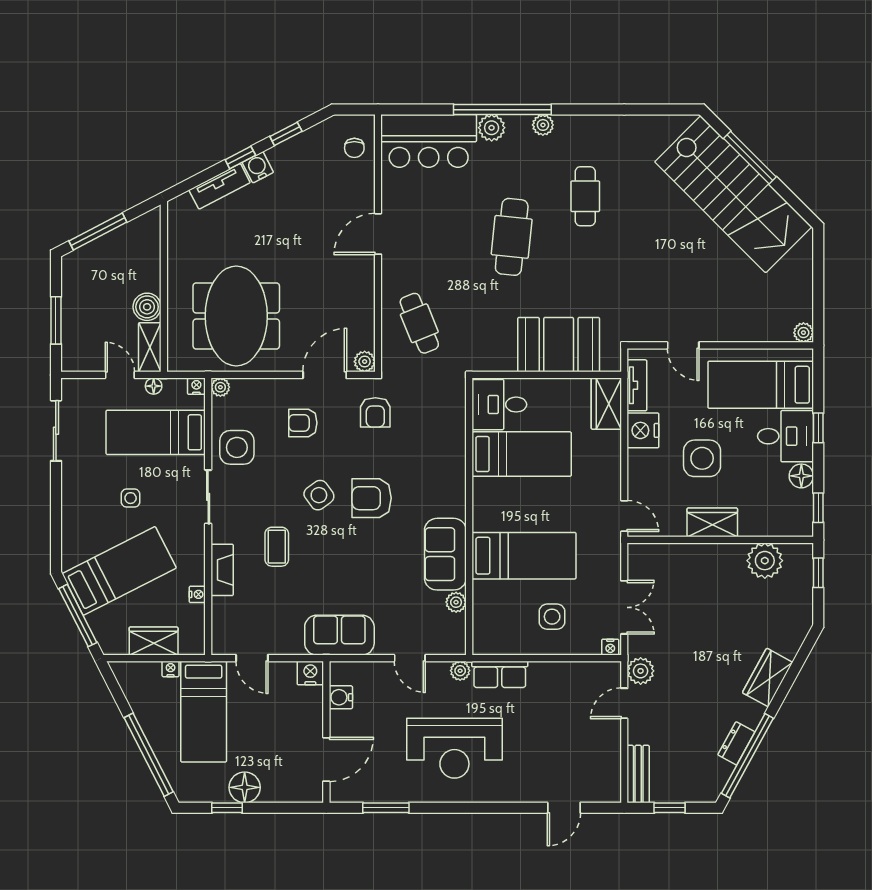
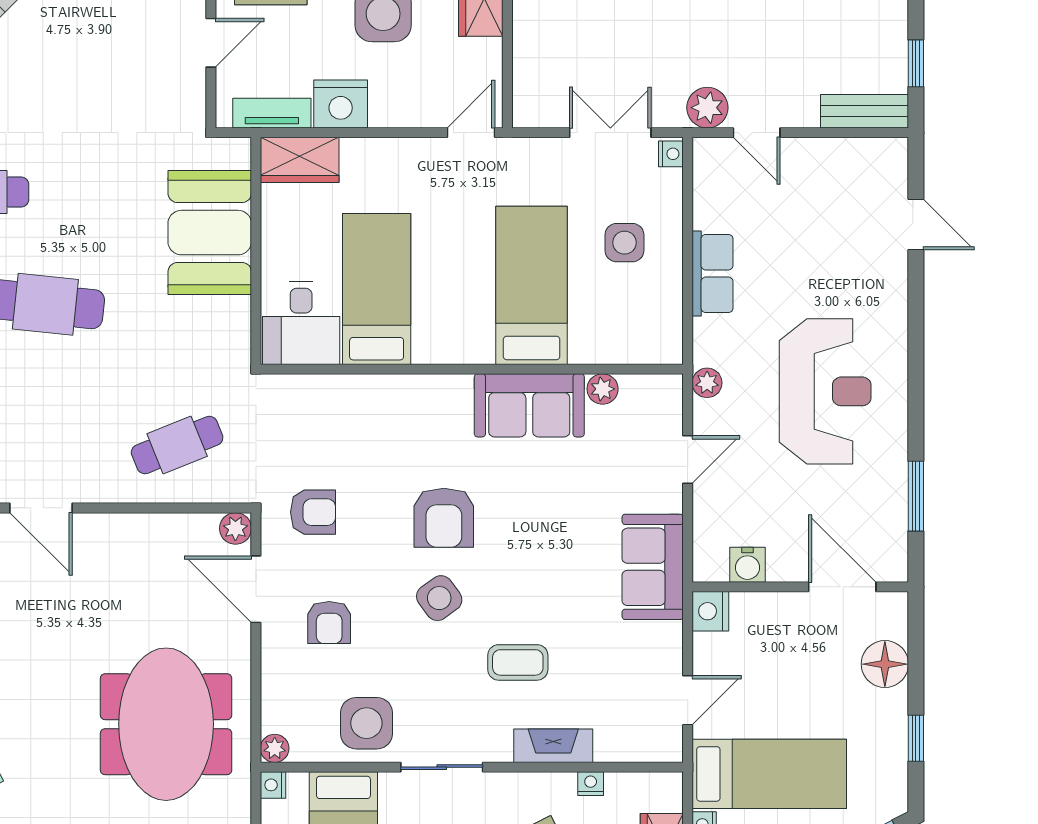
meeting table: (236, 316) -> (166, 724), turned 90
row of seats: (500, 674) -> (713, 273), moved
floor lamp: (245, 787) -> (885, 664), moved

